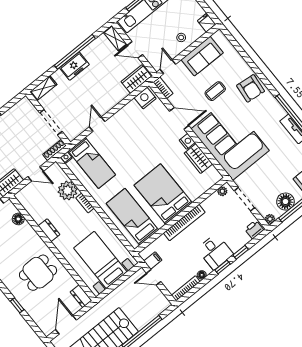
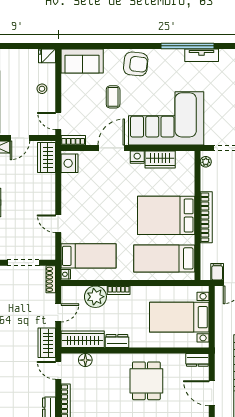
sofa: (202, 56) -> (82, 61), moved, turned 90
wardrobe: (31, 205) -> (83, 339), added

